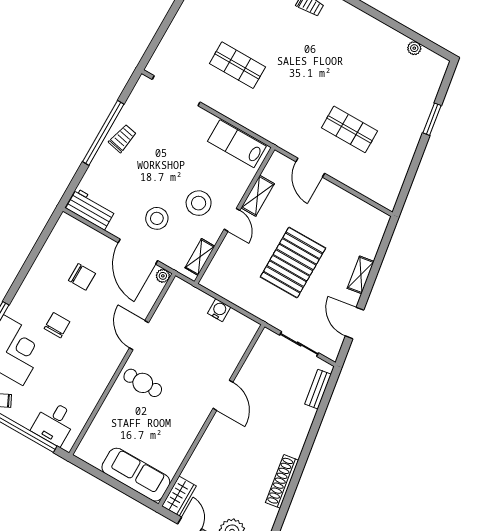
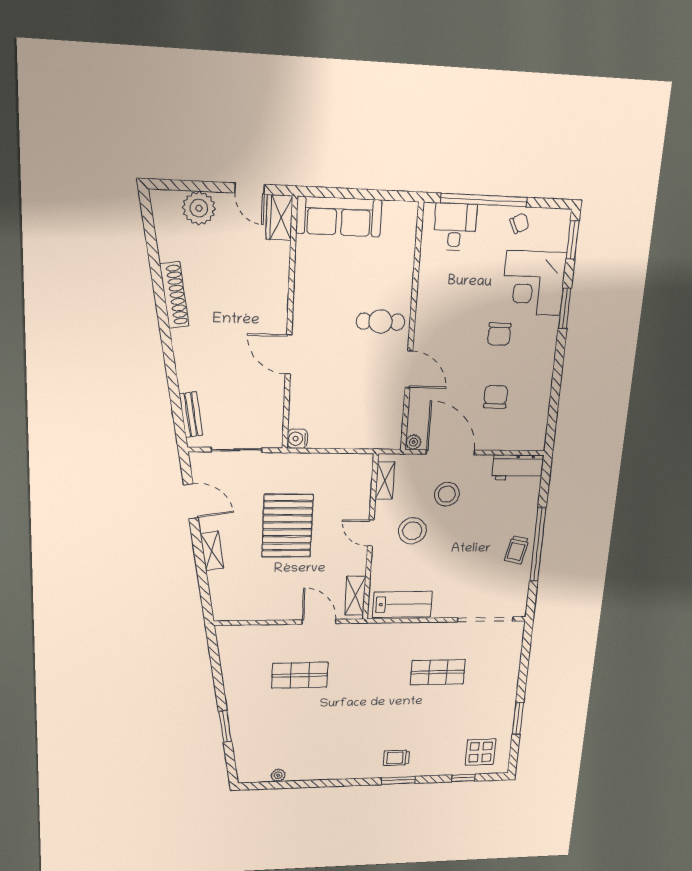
shelving: (258, 196) -> (355, 596), moved
chair: (82, 277) -> (496, 397), turned 90
water cooler: (219, 310) -> (297, 439), moved, turned 90

